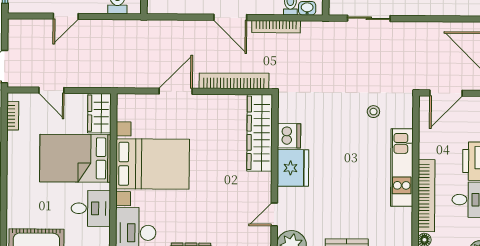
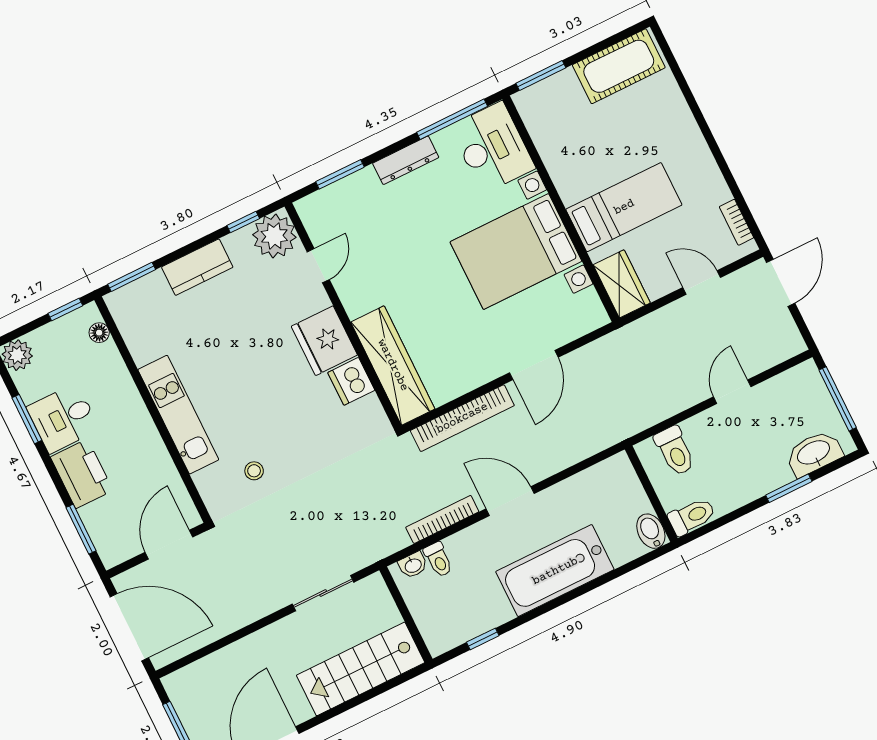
bed: (75, 158) -> (624, 207), width x0.67
bookcase: (426, 196) -> (126, 393), removed
desk: (91, 208) -> (569, 150), removed

